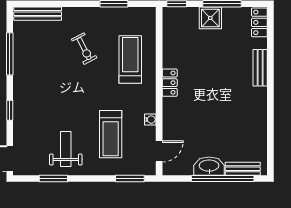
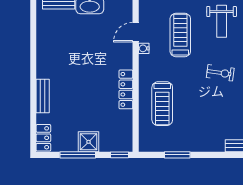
exercise bike: (84, 49) -> (220, 73), moved, turned 125
locker: (170, 83) -> (126, 89), width x1.53
door: (159, 151) -> (136, 32), moved

